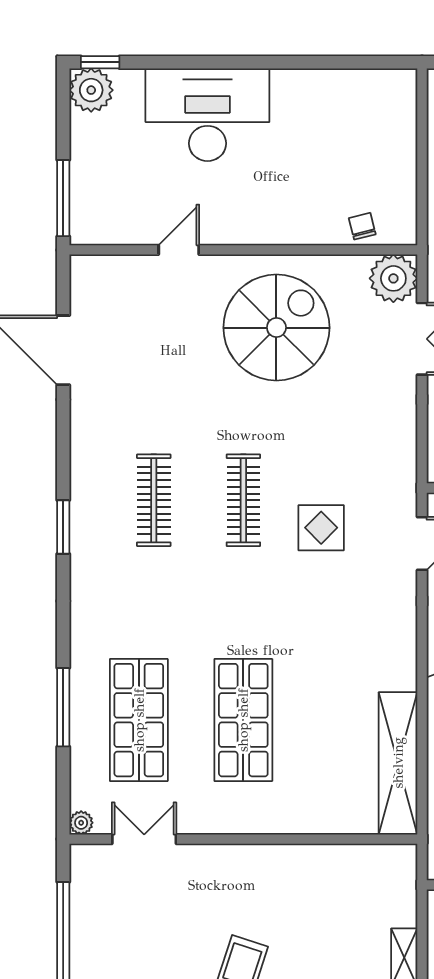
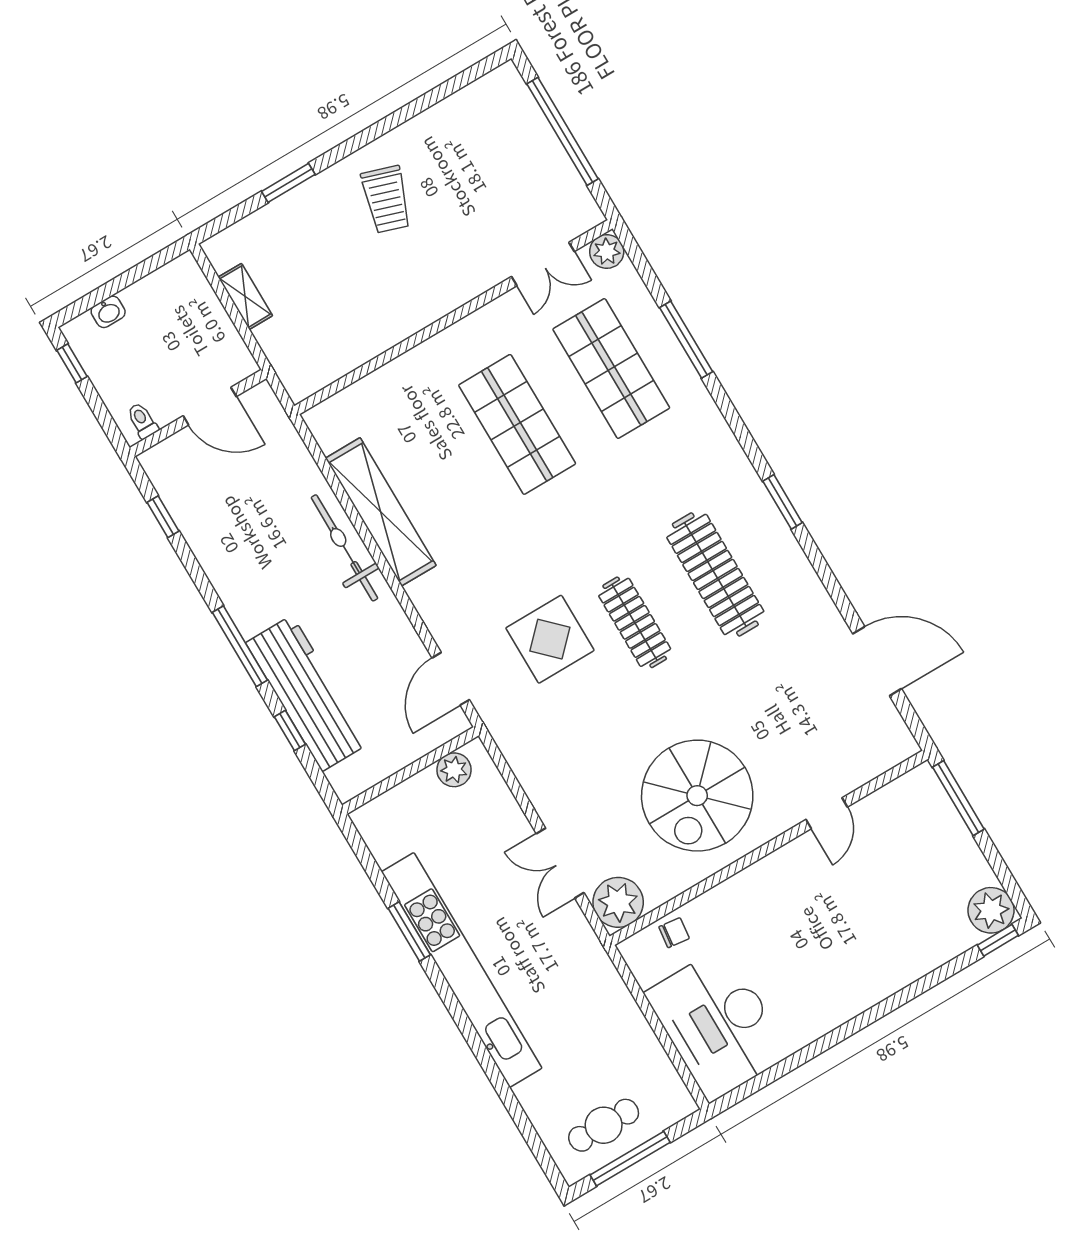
desk: (207, 115) -> (718, 1024), moved, turned 90
chair: (362, 226) -> (674, 933), turned -69
clothes rail: (154, 500) -> (715, 574), width x1.37, depth x1.31
display table: (321, 528) -> (550, 639), width x1.36, depth x1.36
shelving: (398, 763) -> (381, 512), moved
plant: (81, 823) -> (607, 251), width x1.38, depth x1.38

